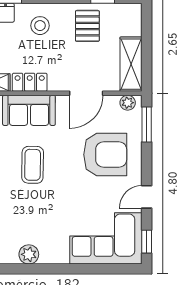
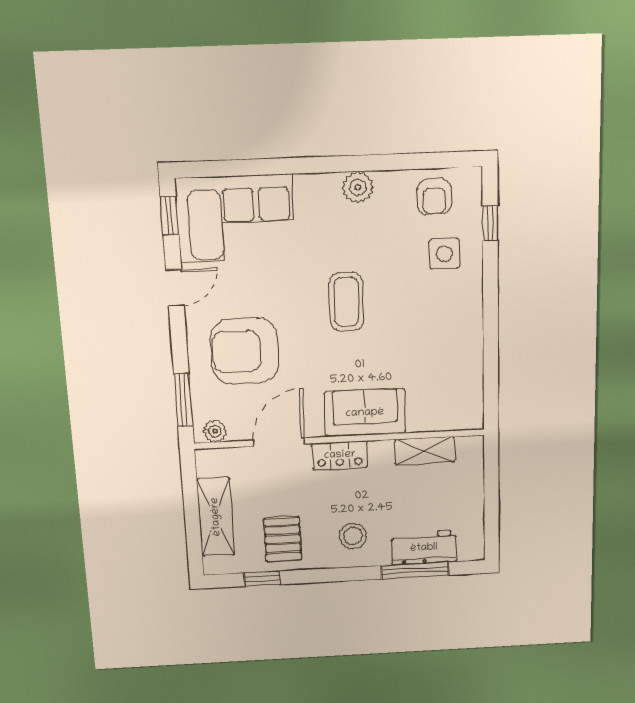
shelving: (131, 64) -> (216, 517), moved
locker: (30, 82) -> (340, 455), moved
coffee table: (33, 165) -> (346, 302), moved

